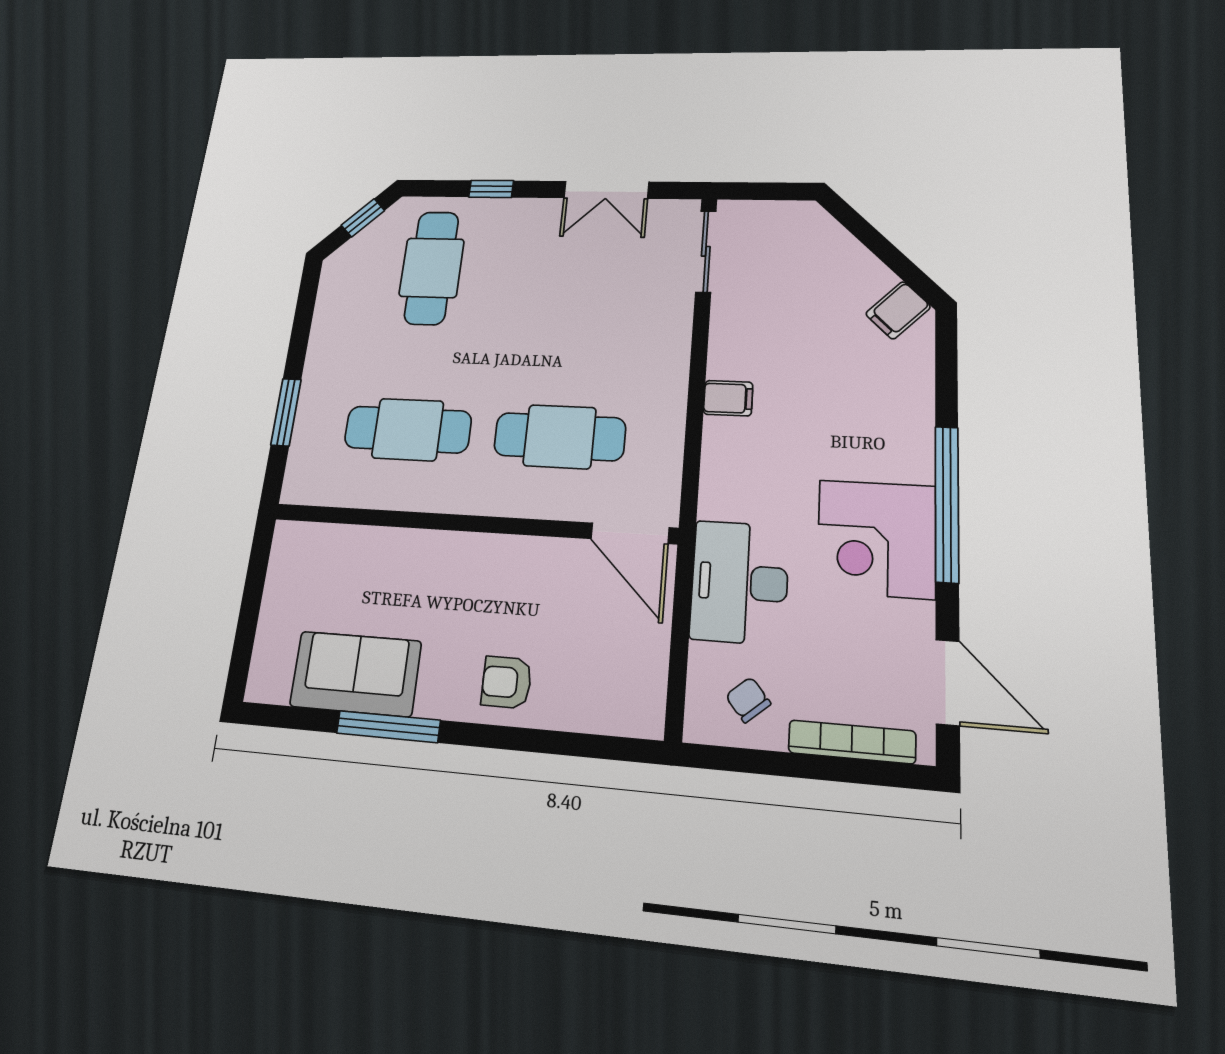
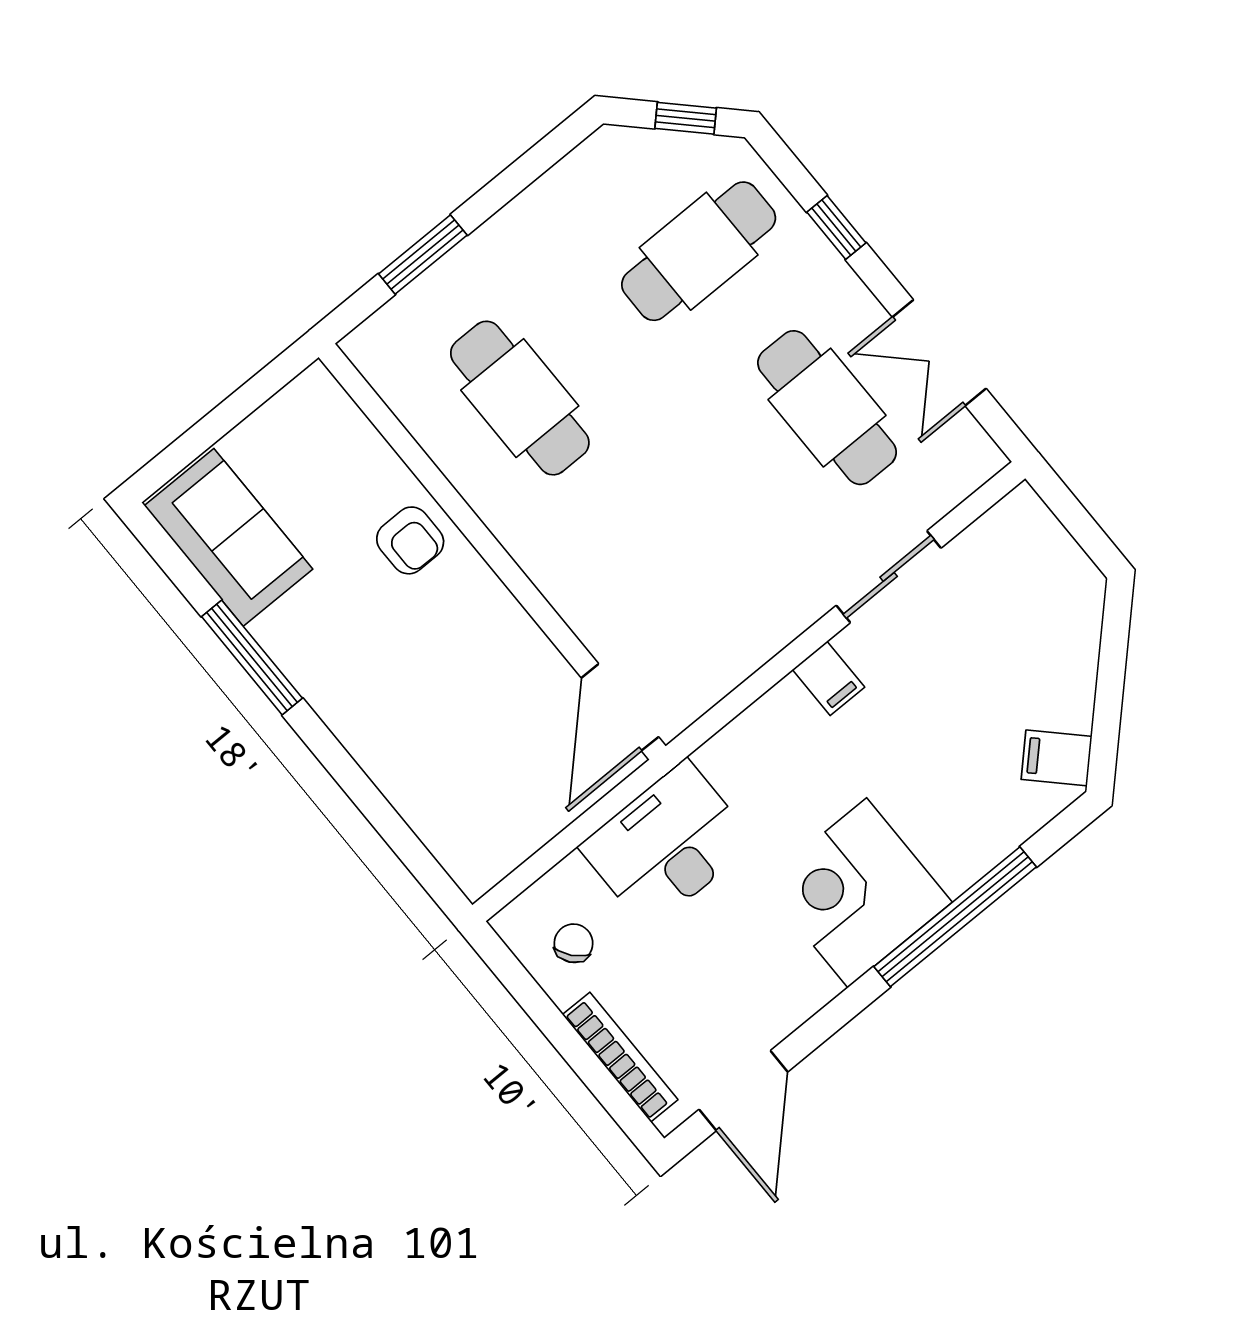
sliding door: (706, 251) -> (889, 577), moved
cafe table: (560, 437) -> (827, 408), moved
window: (947, 503) -> (955, 917), moved
corner desk: (876, 539) -> (857, 893), moved
sofa: (356, 674) -> (229, 537), moved
armchair: (507, 682) -> (410, 540), moved, turned 180

